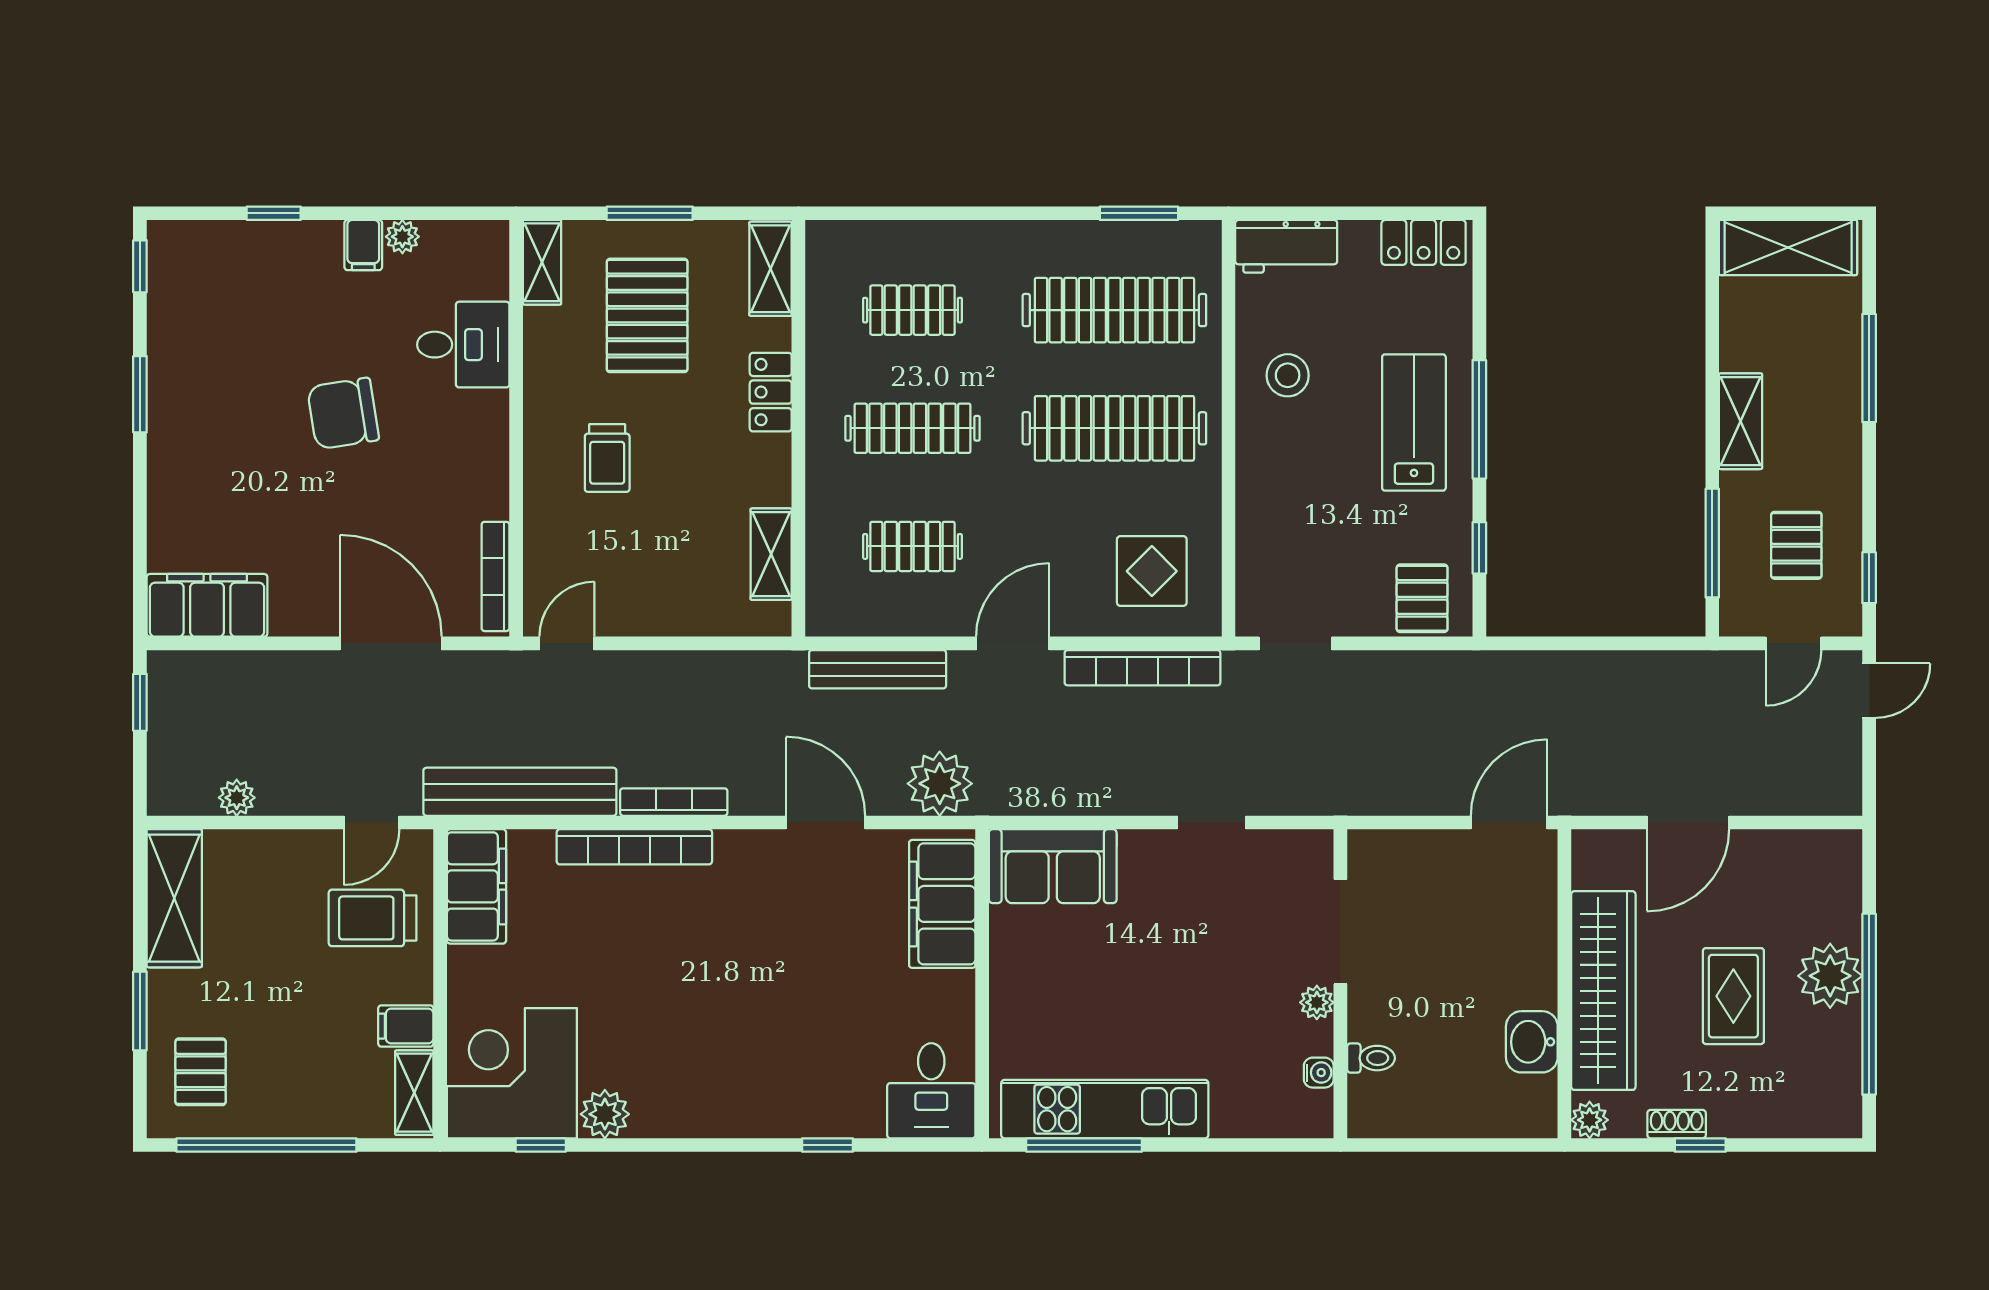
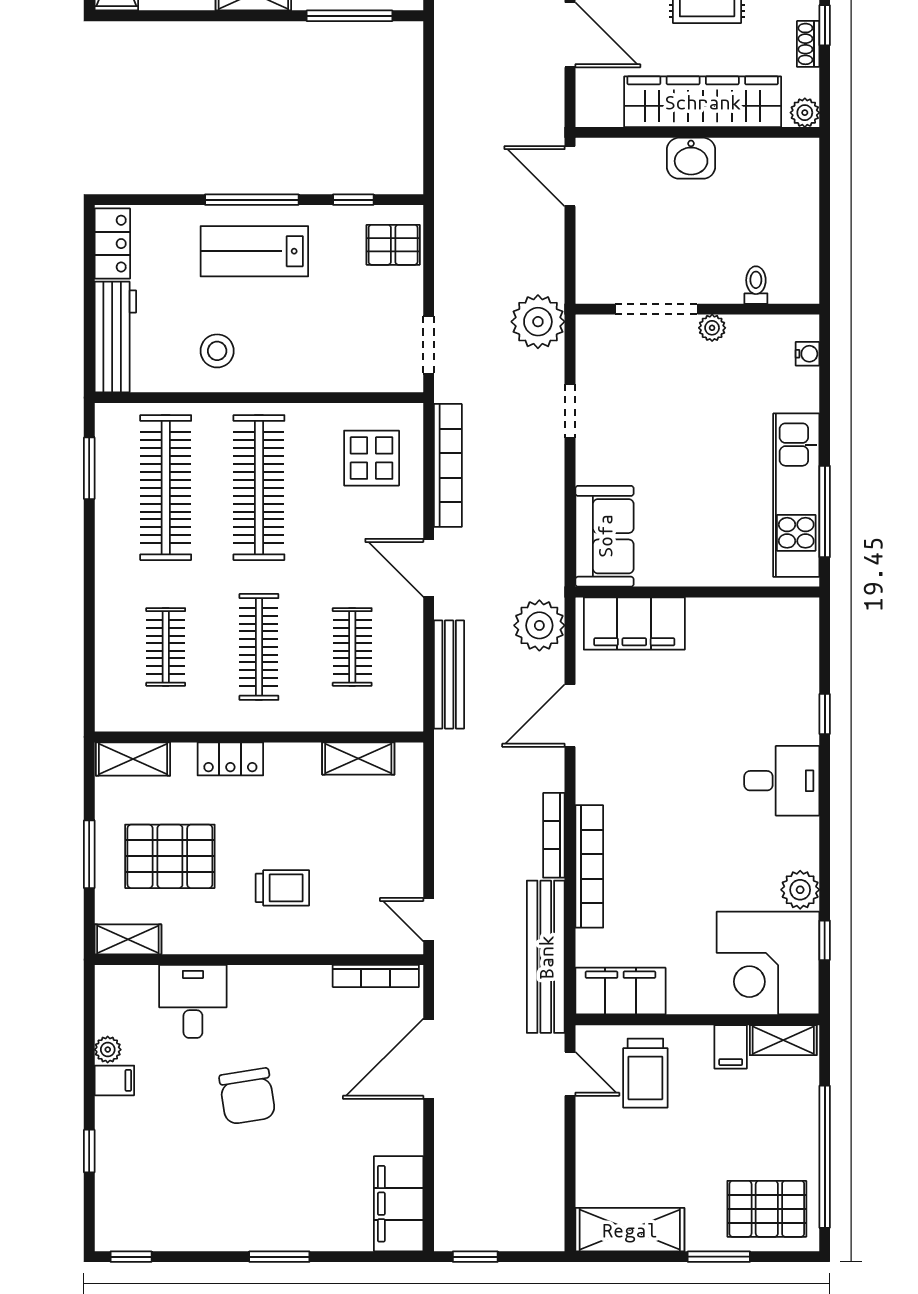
workbench: (1286, 246) -> (115, 337), width x1.37
window: (140, 394) -> (279, 1257), moved
plant: (237, 798) -> (538, 322), moved, width x1.87, depth x1.87
washbasin: (1532, 1042) -> (691, 158), moved
pallet: (201, 1072) -> (767, 1209), width x1.50, depth x1.42
water cooler: (1319, 1073) -> (807, 354), moved, turned 90
desk: (931, 1091) -> (782, 781), moved

